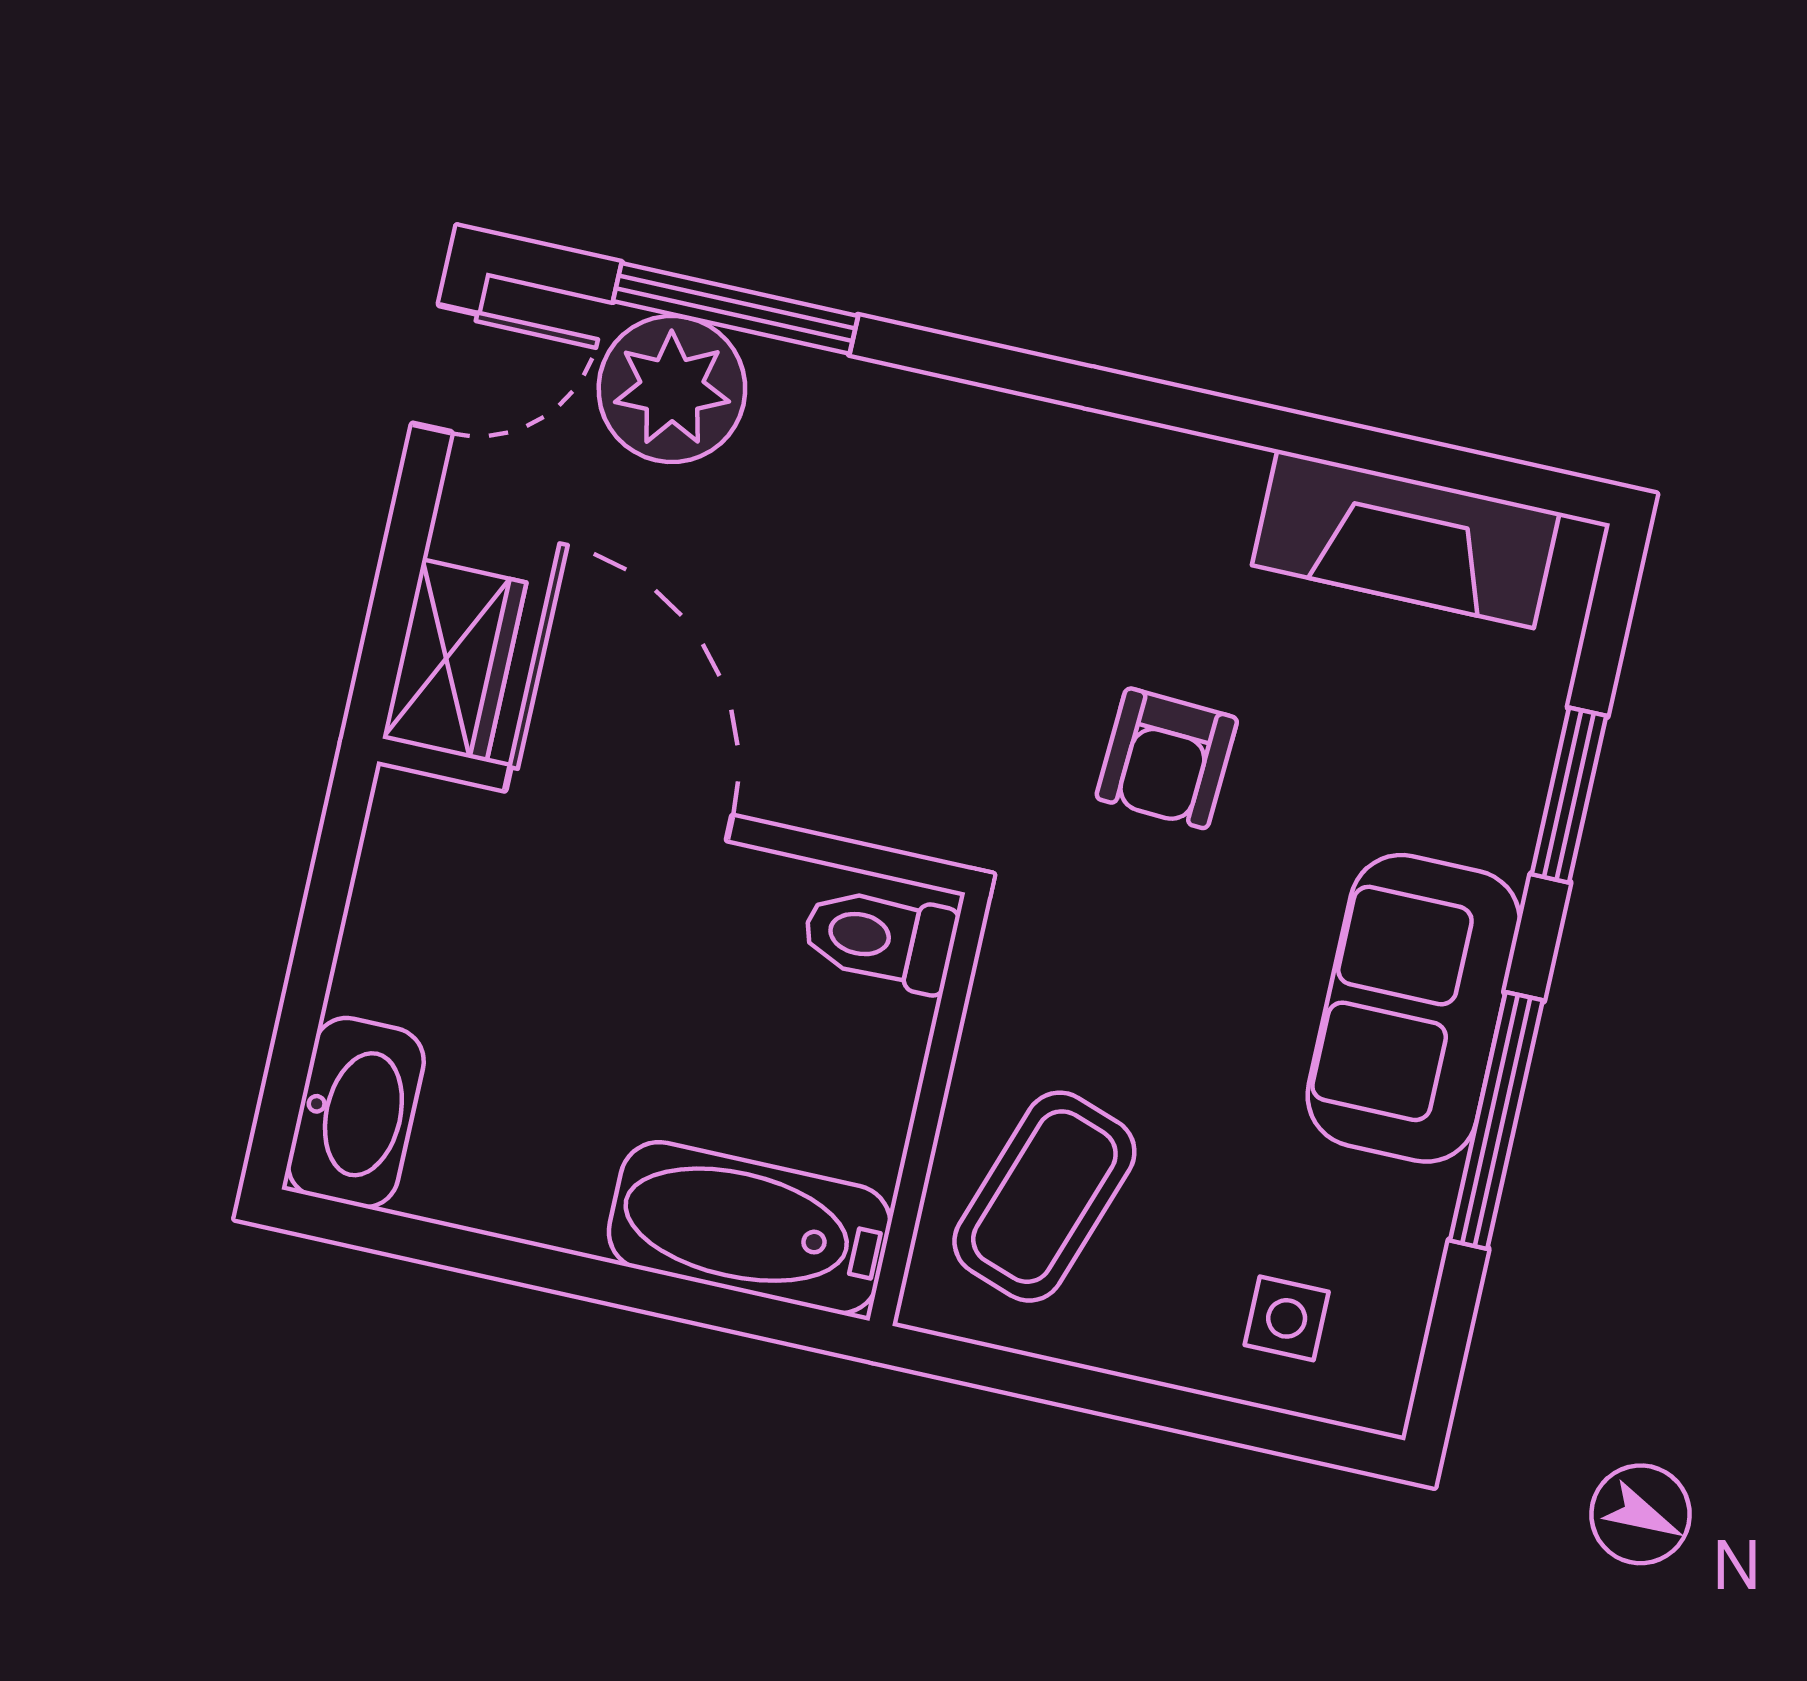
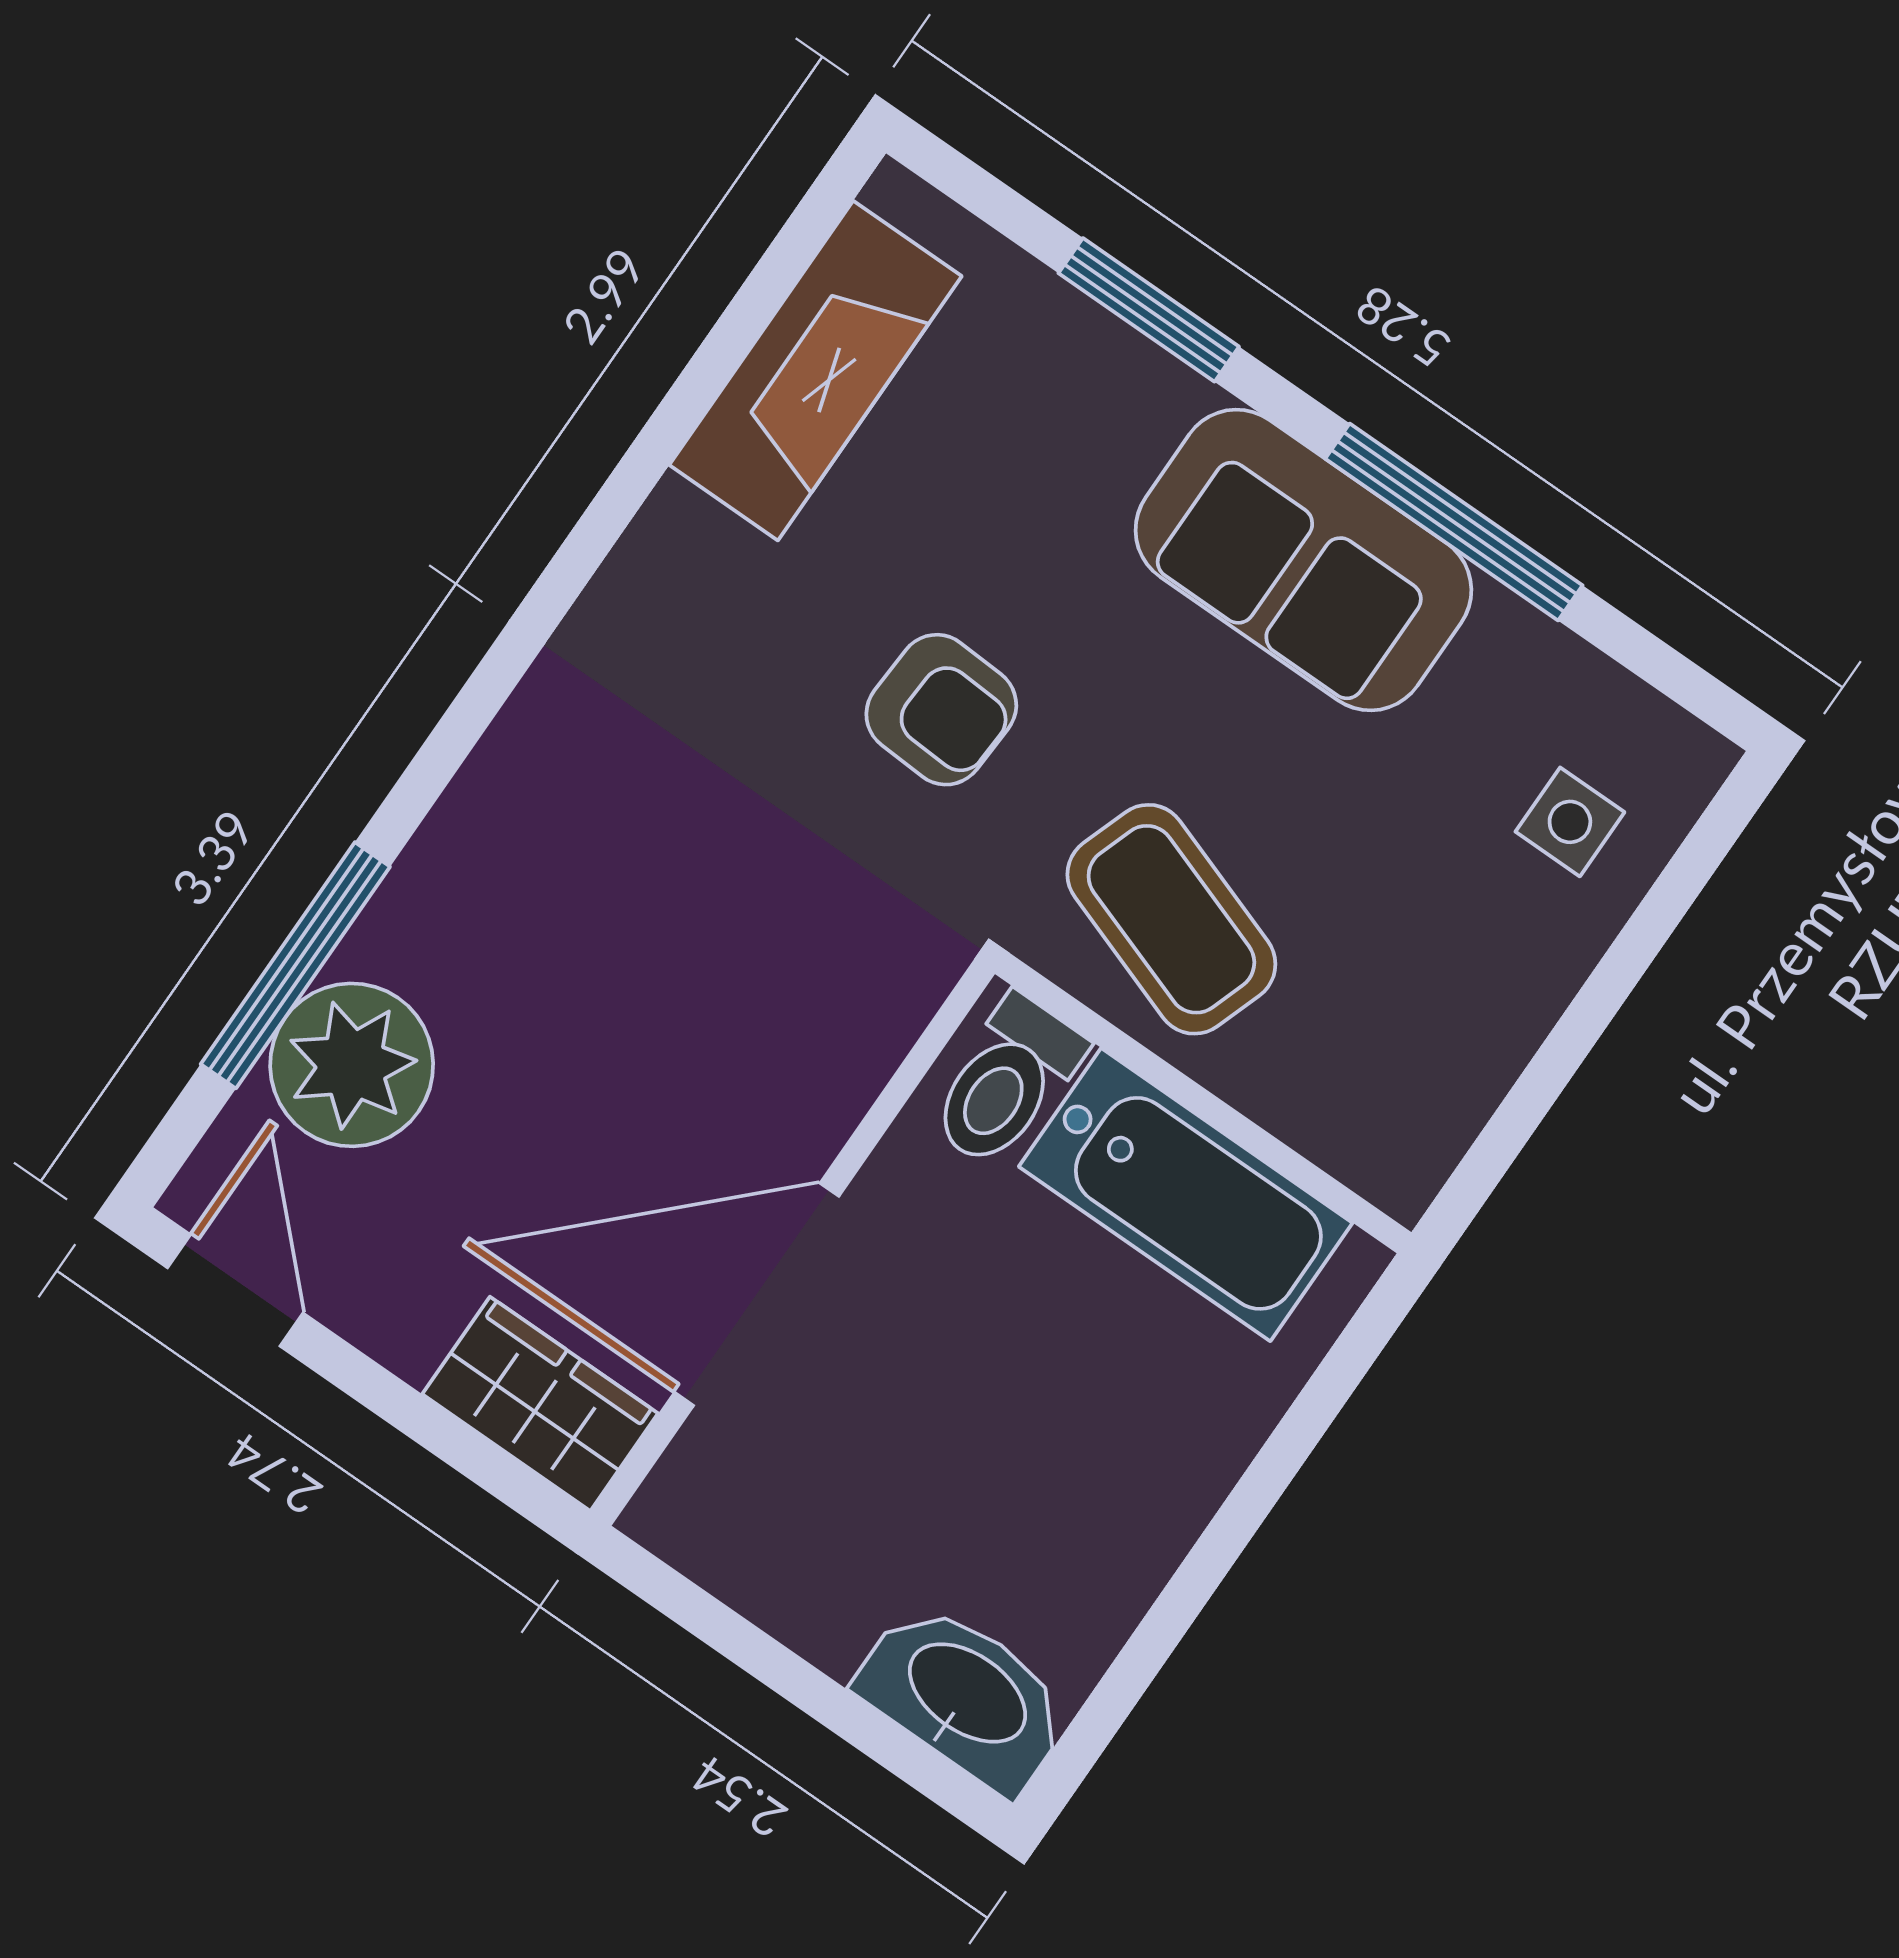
coffee table: (1044, 1197) -> (1171, 919), moved
bathtub: (750, 1228) -> (1186, 1195), moved, turned -90

